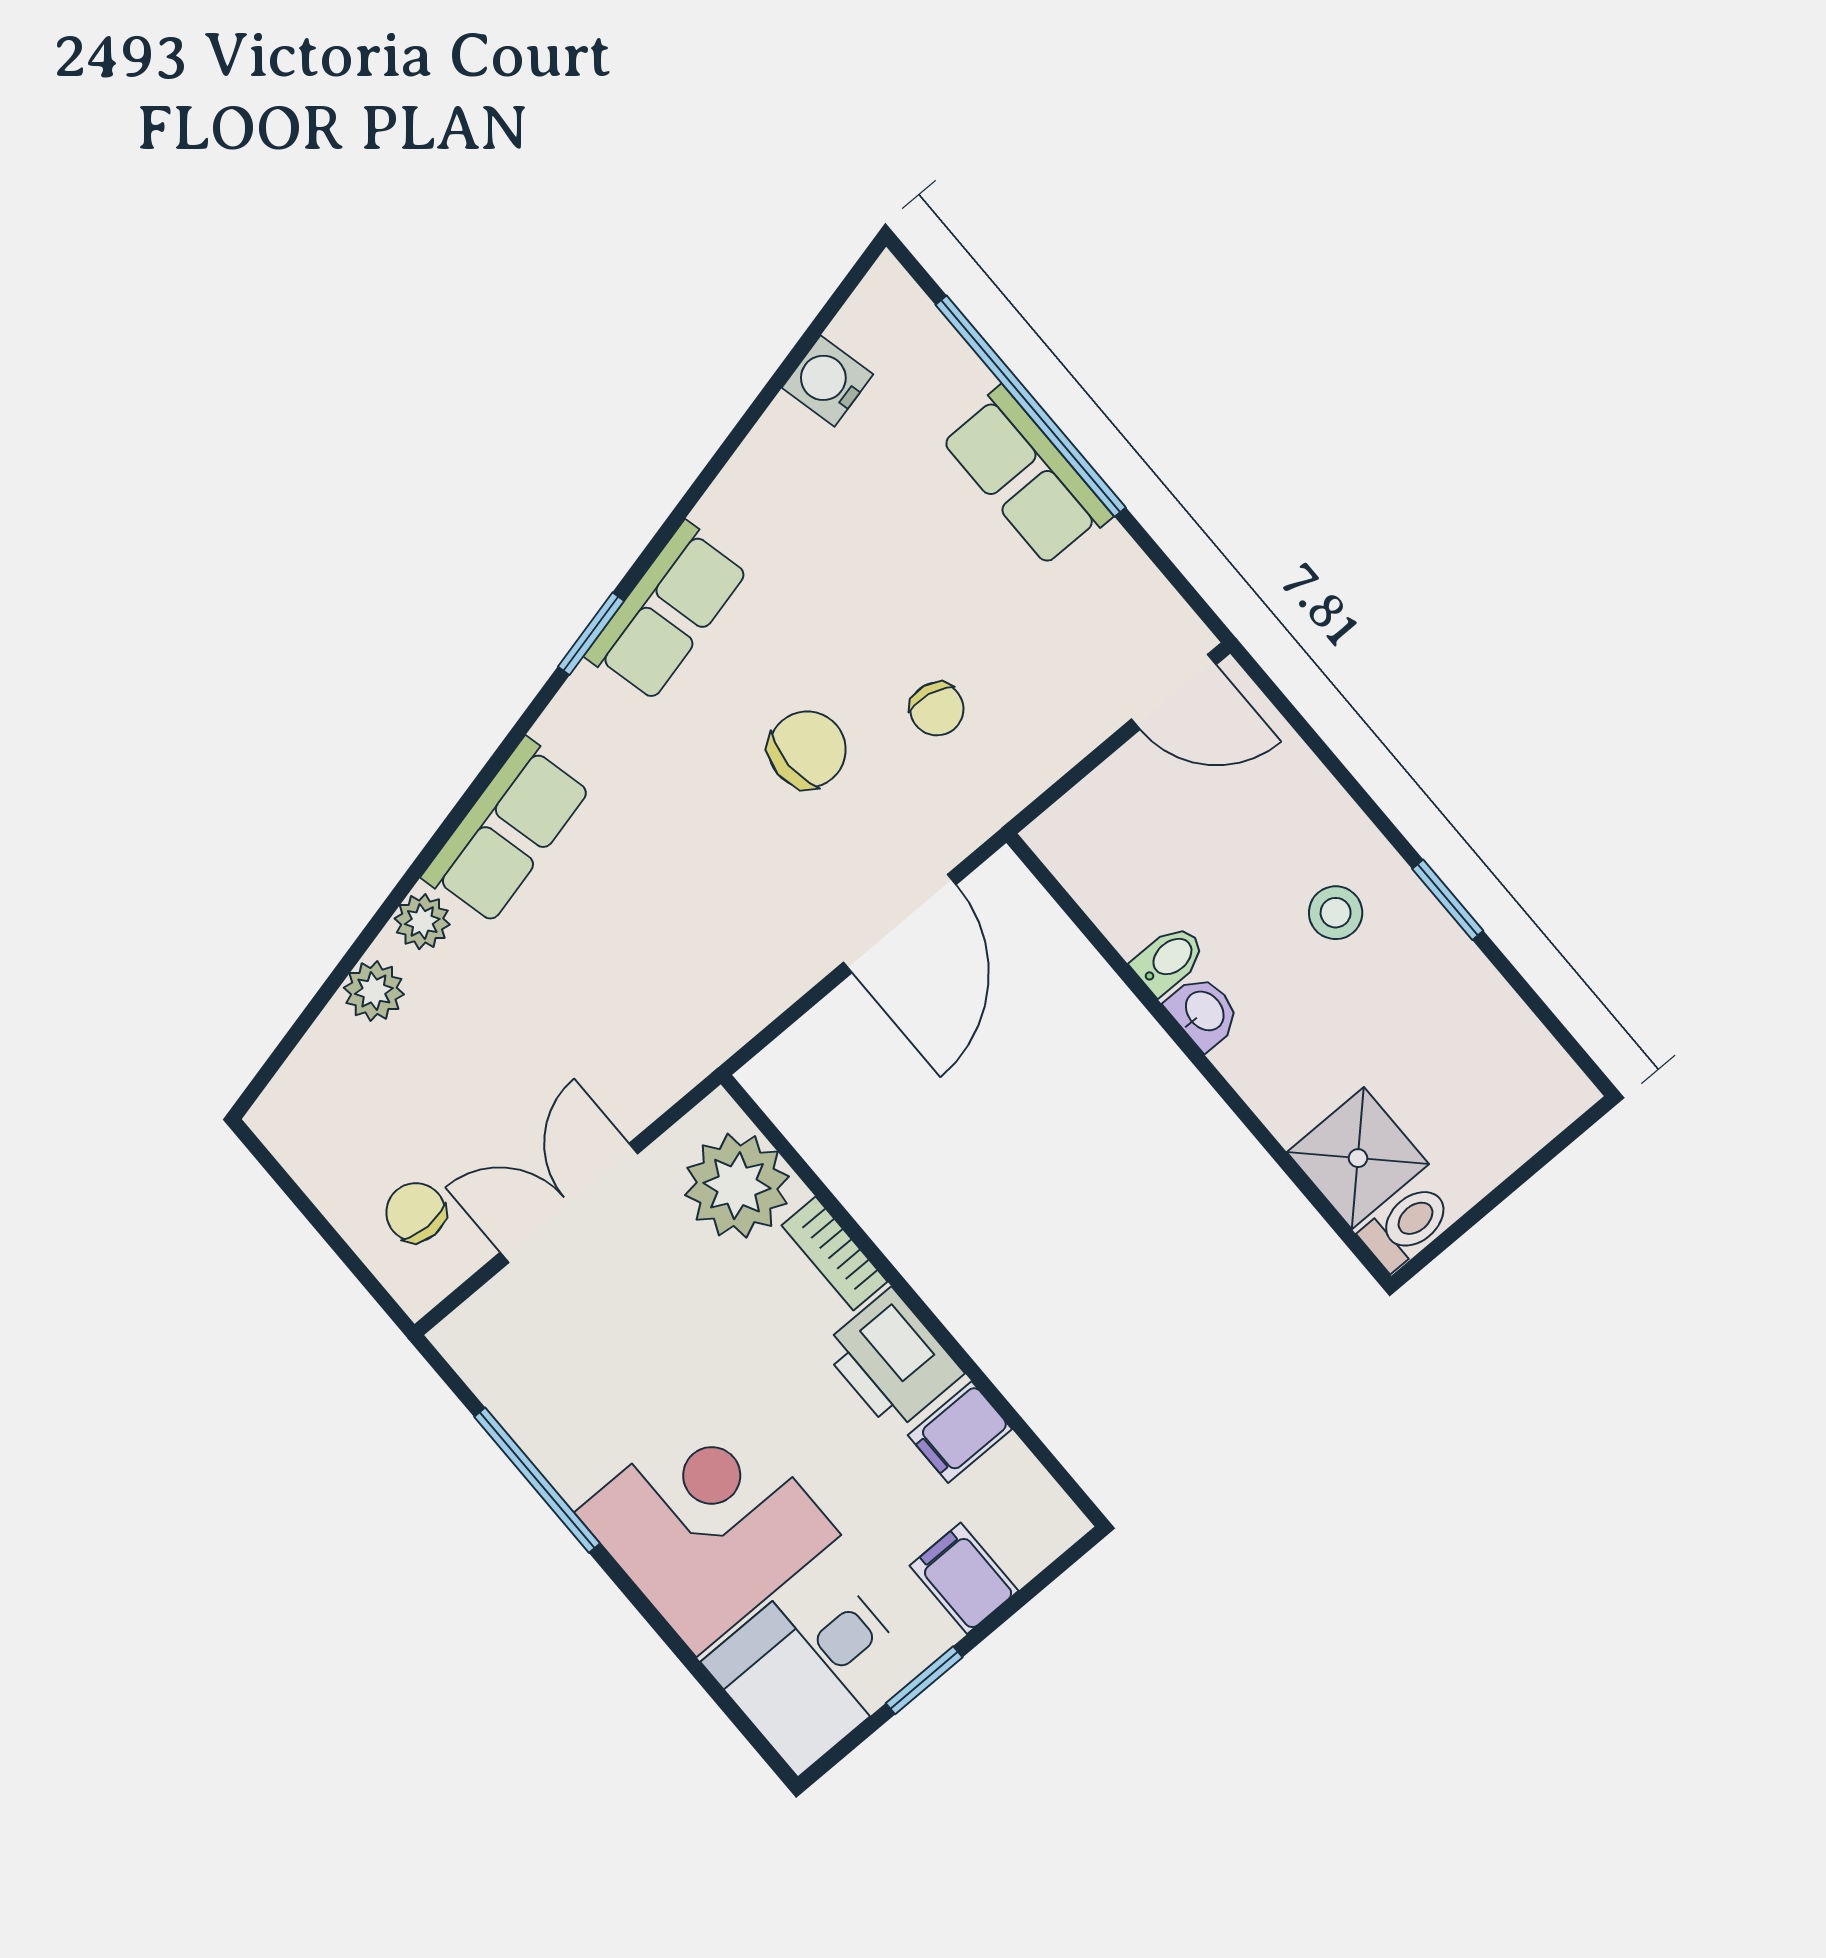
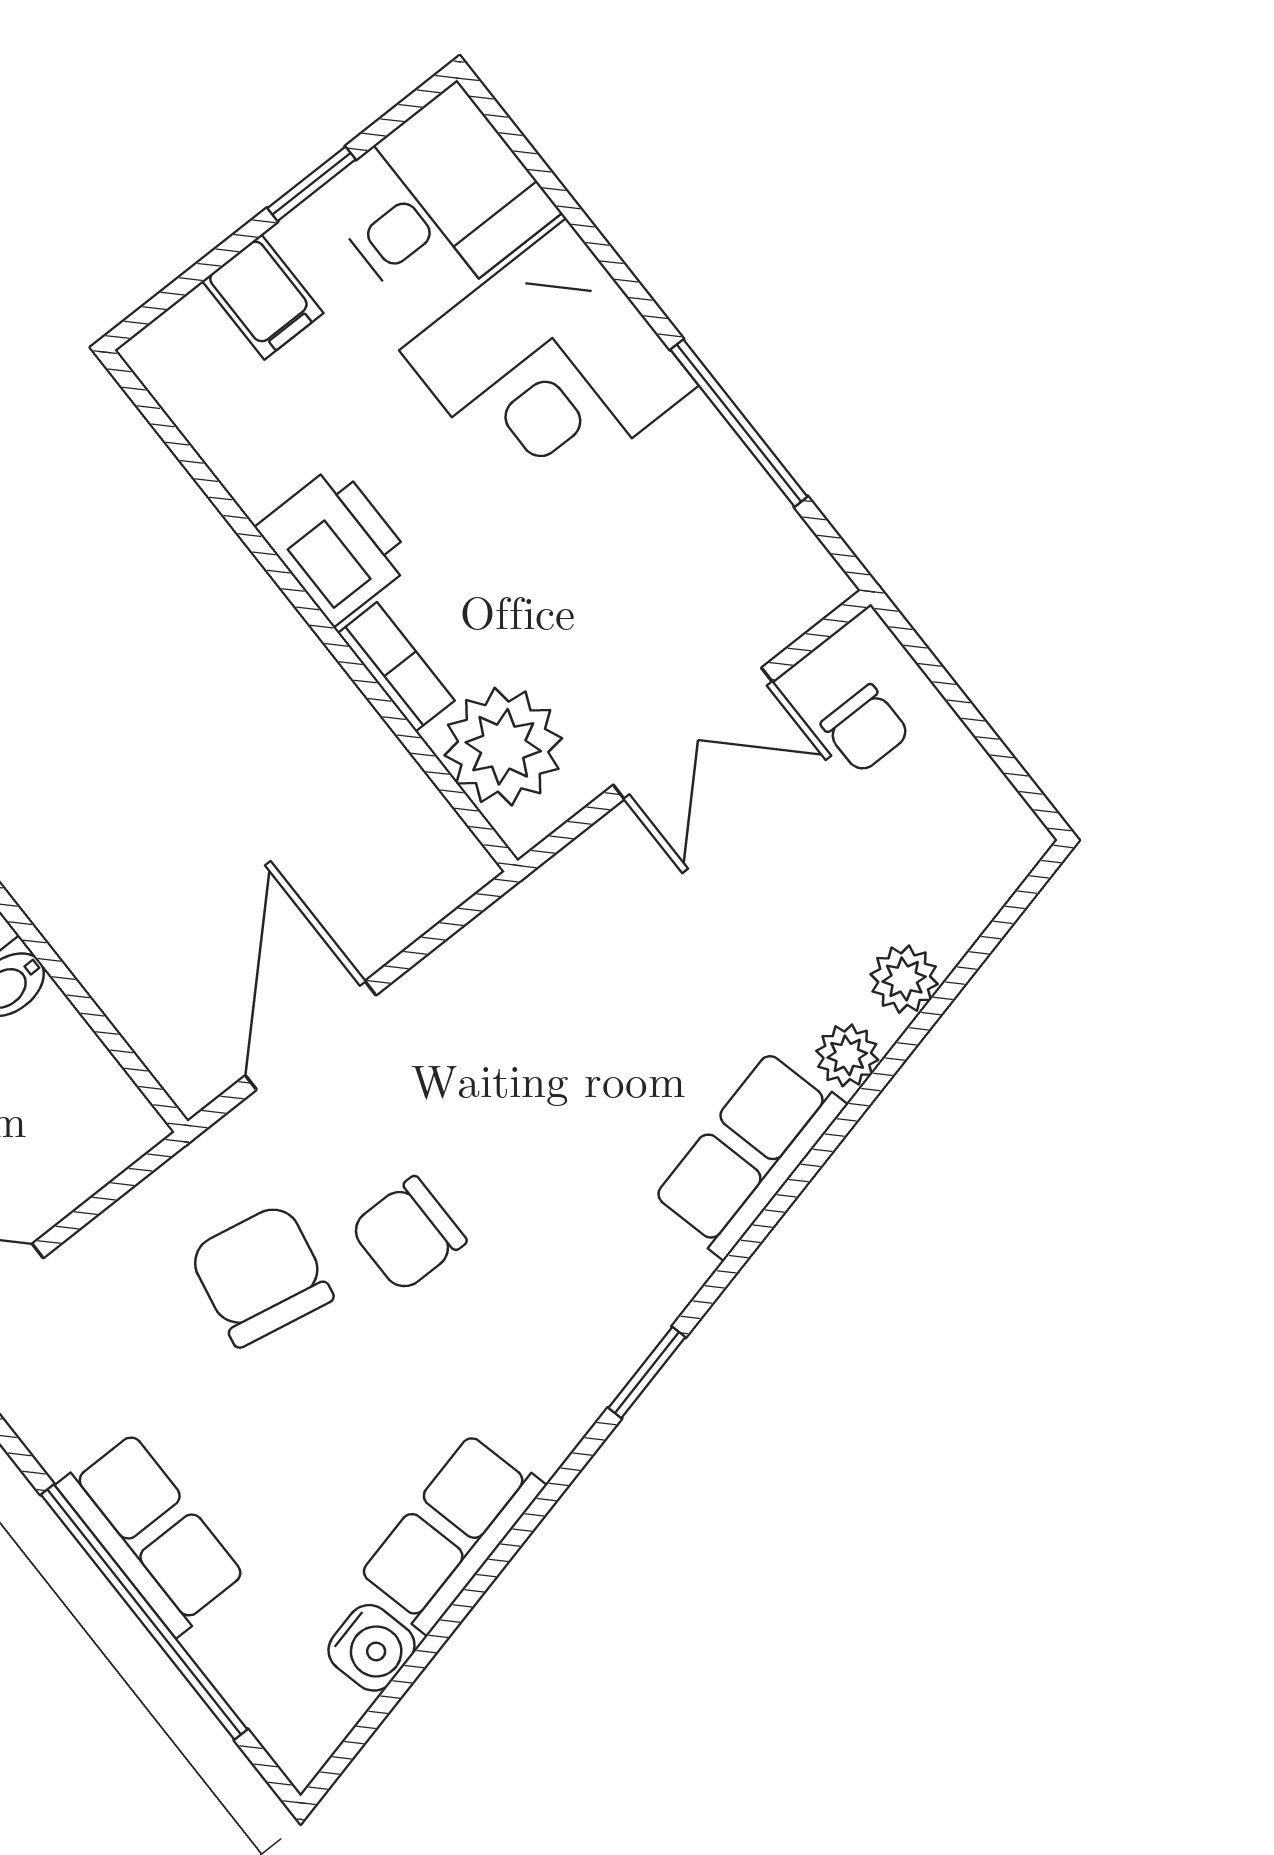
row of seats: (667, 612) -> (451, 1532), moved
chair: (937, 709) -> (261, 1275), width x1.87, depth x1.87
filing cabinet: (960, 1432) -> (262, 461), removed

